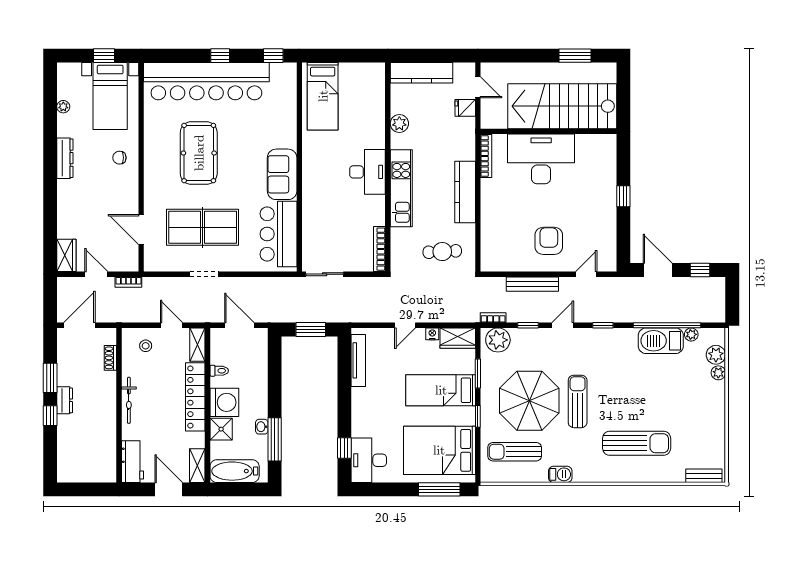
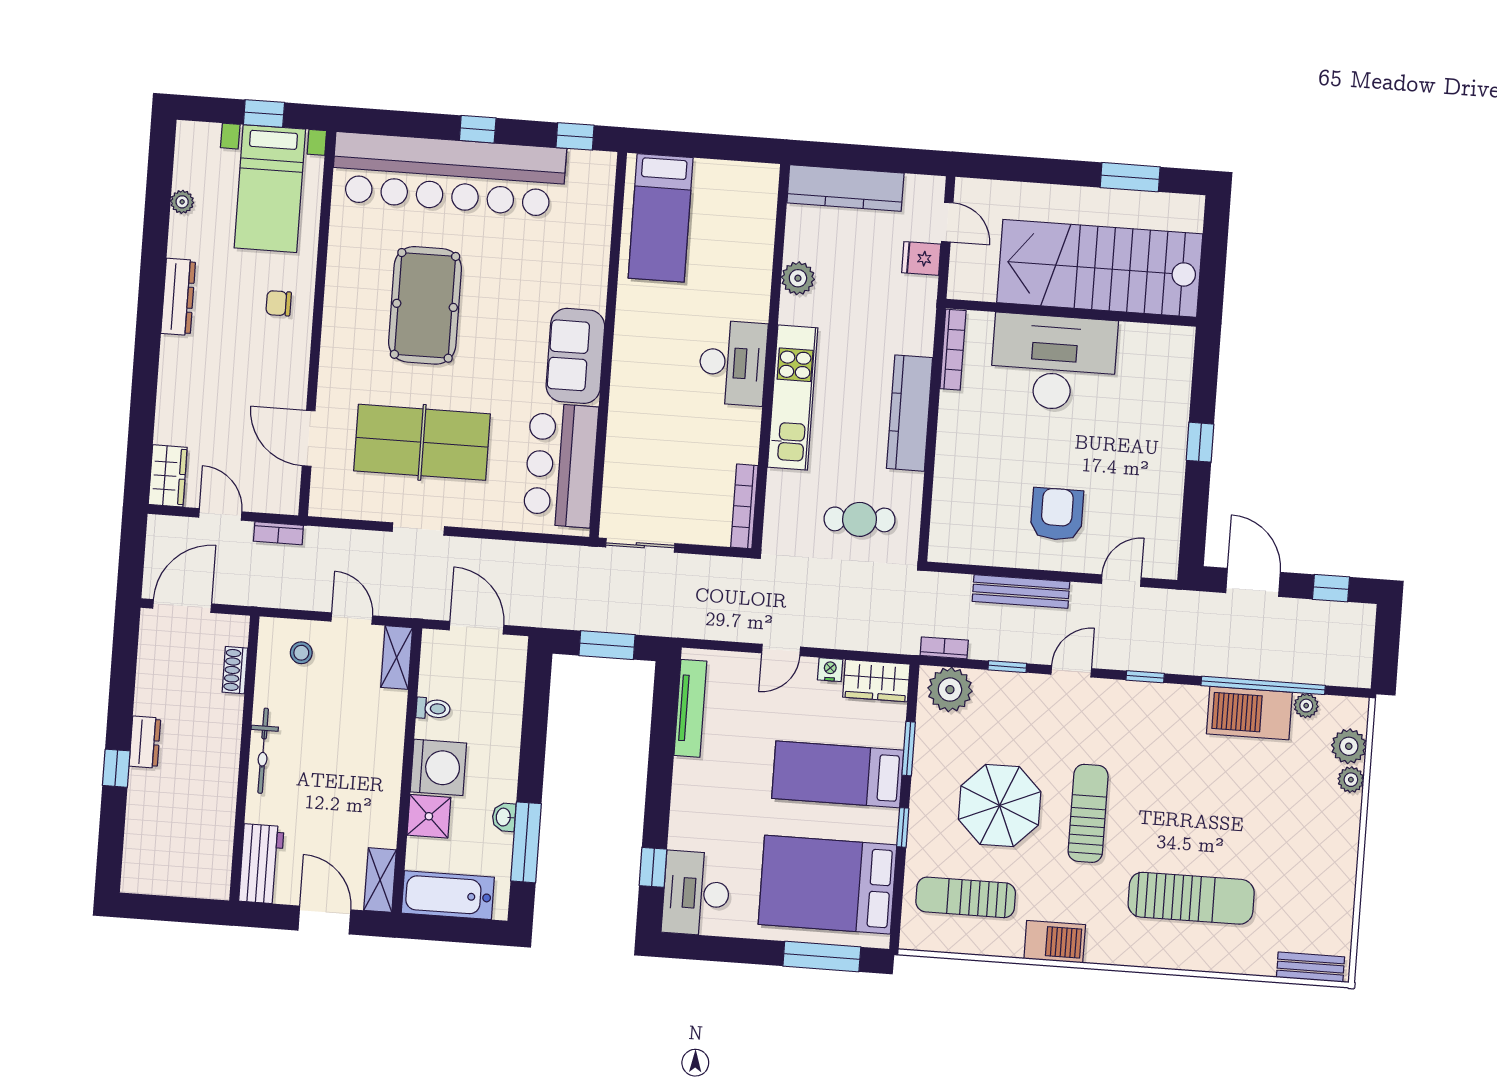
window: (50, 378) -> (121, 699), removed
locker: (195, 397) -> (386, 754), removed
parasol: (529, 401) -> (1000, 806), width x0.73, depth x0.73
barbecue: (560, 474) -> (1055, 942), width x1.38, depth x1.27

